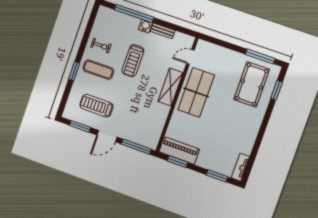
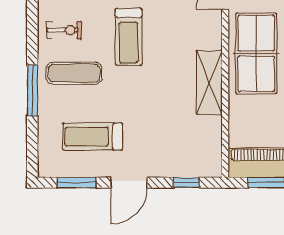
window: (74, 71) -> (32, 90), width x1.44
shelving: (170, 87) -> (209, 82), moved
window: (136, 147) -> (186, 183), width x0.46

